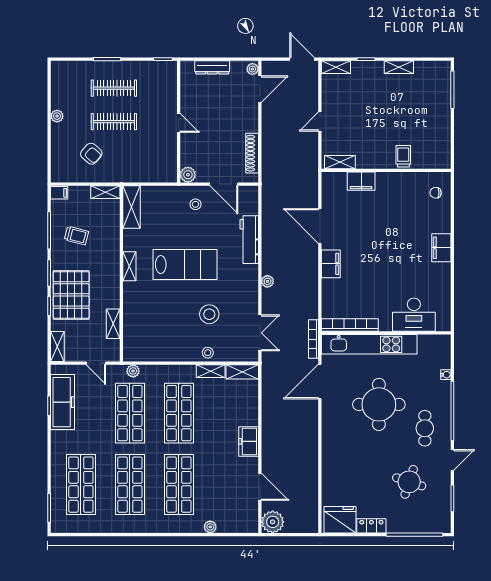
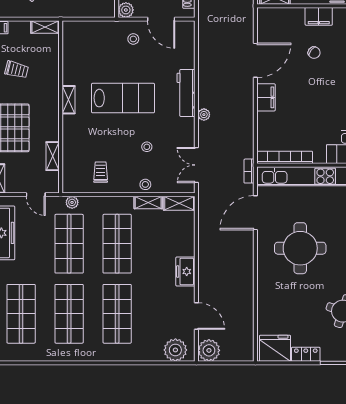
filing cabinet: (361, 181) -> (319, 16), moved
shelving: (131, 207) -> (71, 42), removed
chair: (380, 218) -> (314, 53), added
door: (320, 226) -> (255, 60), swing flipped
workbench: (249, 240) -> (186, 93), moved
stool: (209, 314) -> (147, 147), width x0.53, depth x0.53
double door: (260, 333) -> (196, 165), swing flipped
bookcase: (314, 339) -> (249, 171), width x0.64
trolley: (162, 340) -> (101, 172), added
round table: (379, 404) -> (300, 248), moved
plant: (210, 527) -> (175, 350), moved, width x1.87, depth x1.87

